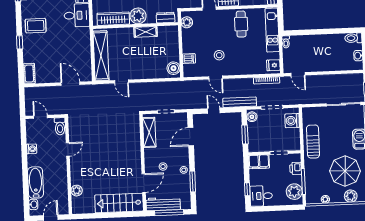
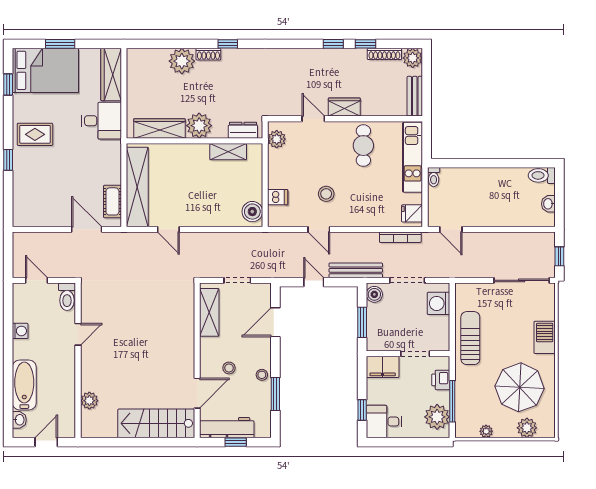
shelving: (146, 32) -> (228, 152), moved
cot: (29, 74) -> (112, 201), moved
window: (169, 213) -> (236, 442), width x0.46

